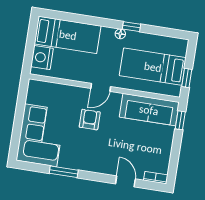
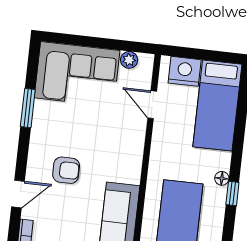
door: (101, 87) -> (152, 105), moved
plant: (32, 97) -> (129, 60), added
armchair: (90, 120) -> (66, 170), moved

